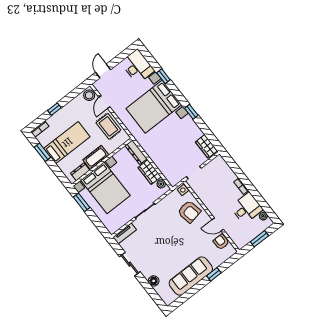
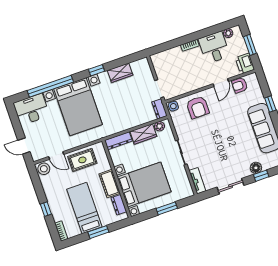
window: (163, 76) -> (50, 86), width x3.17
wardrobe: (206, 146) -> (120, 73), moved
window: (42, 152) -> (98, 232), moved
dresser: (176, 179) -> (160, 109), added
window: (82, 202) -> (167, 208), moved
armchair: (189, 212) -> (198, 107), turned 101
printer: (242, 240) -> (245, 64), added
window: (148, 288) -> (261, 176), added

